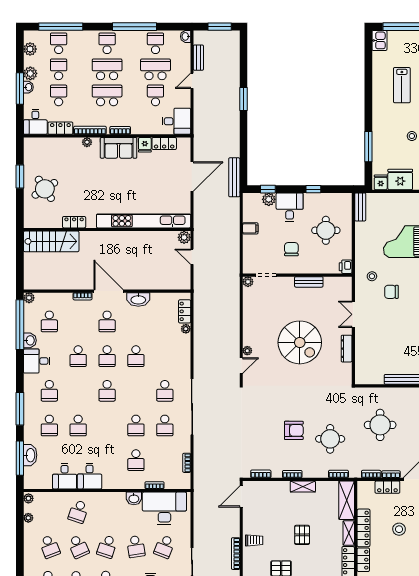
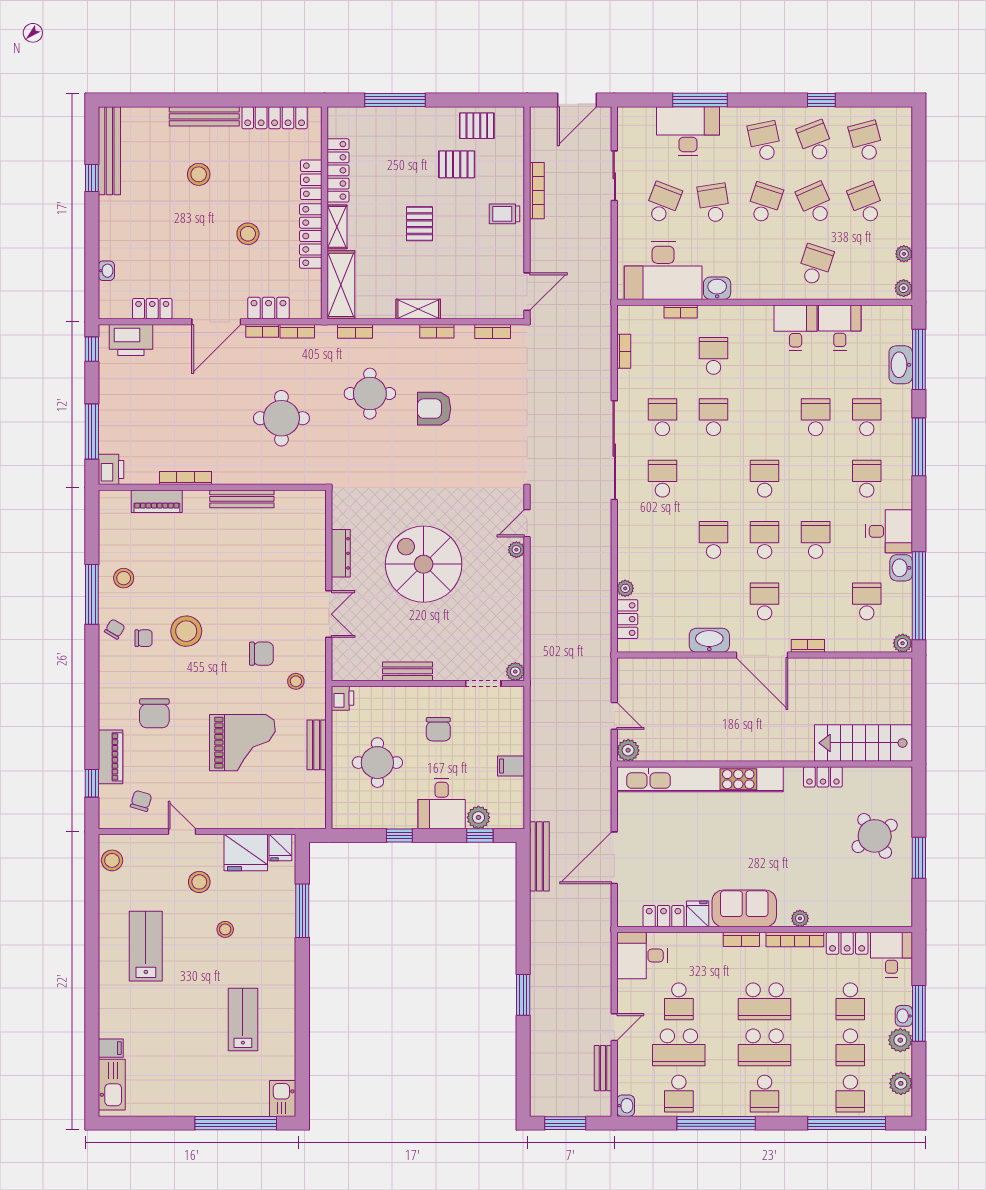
bench: (360, 207) -> (317, 745), moved

